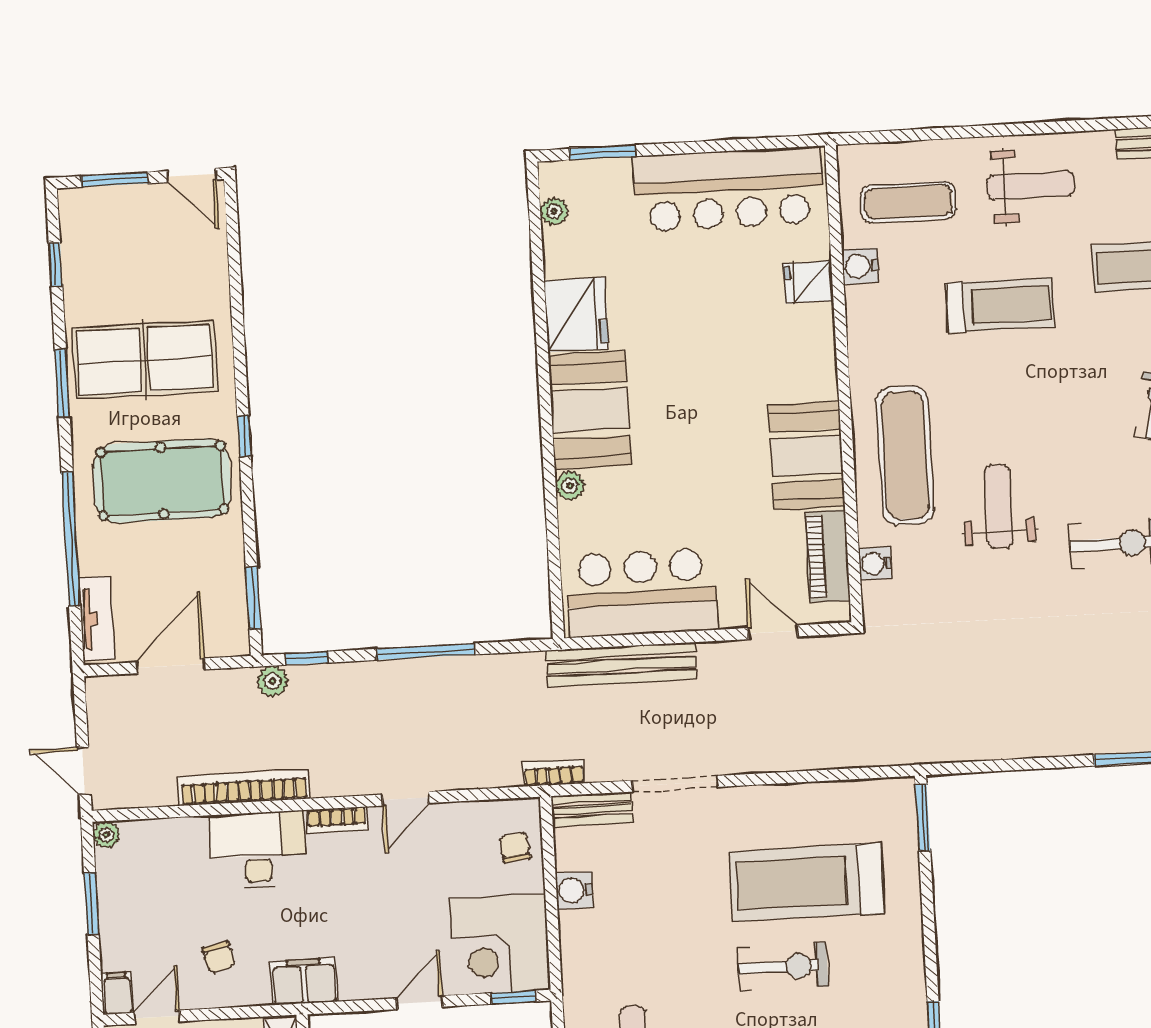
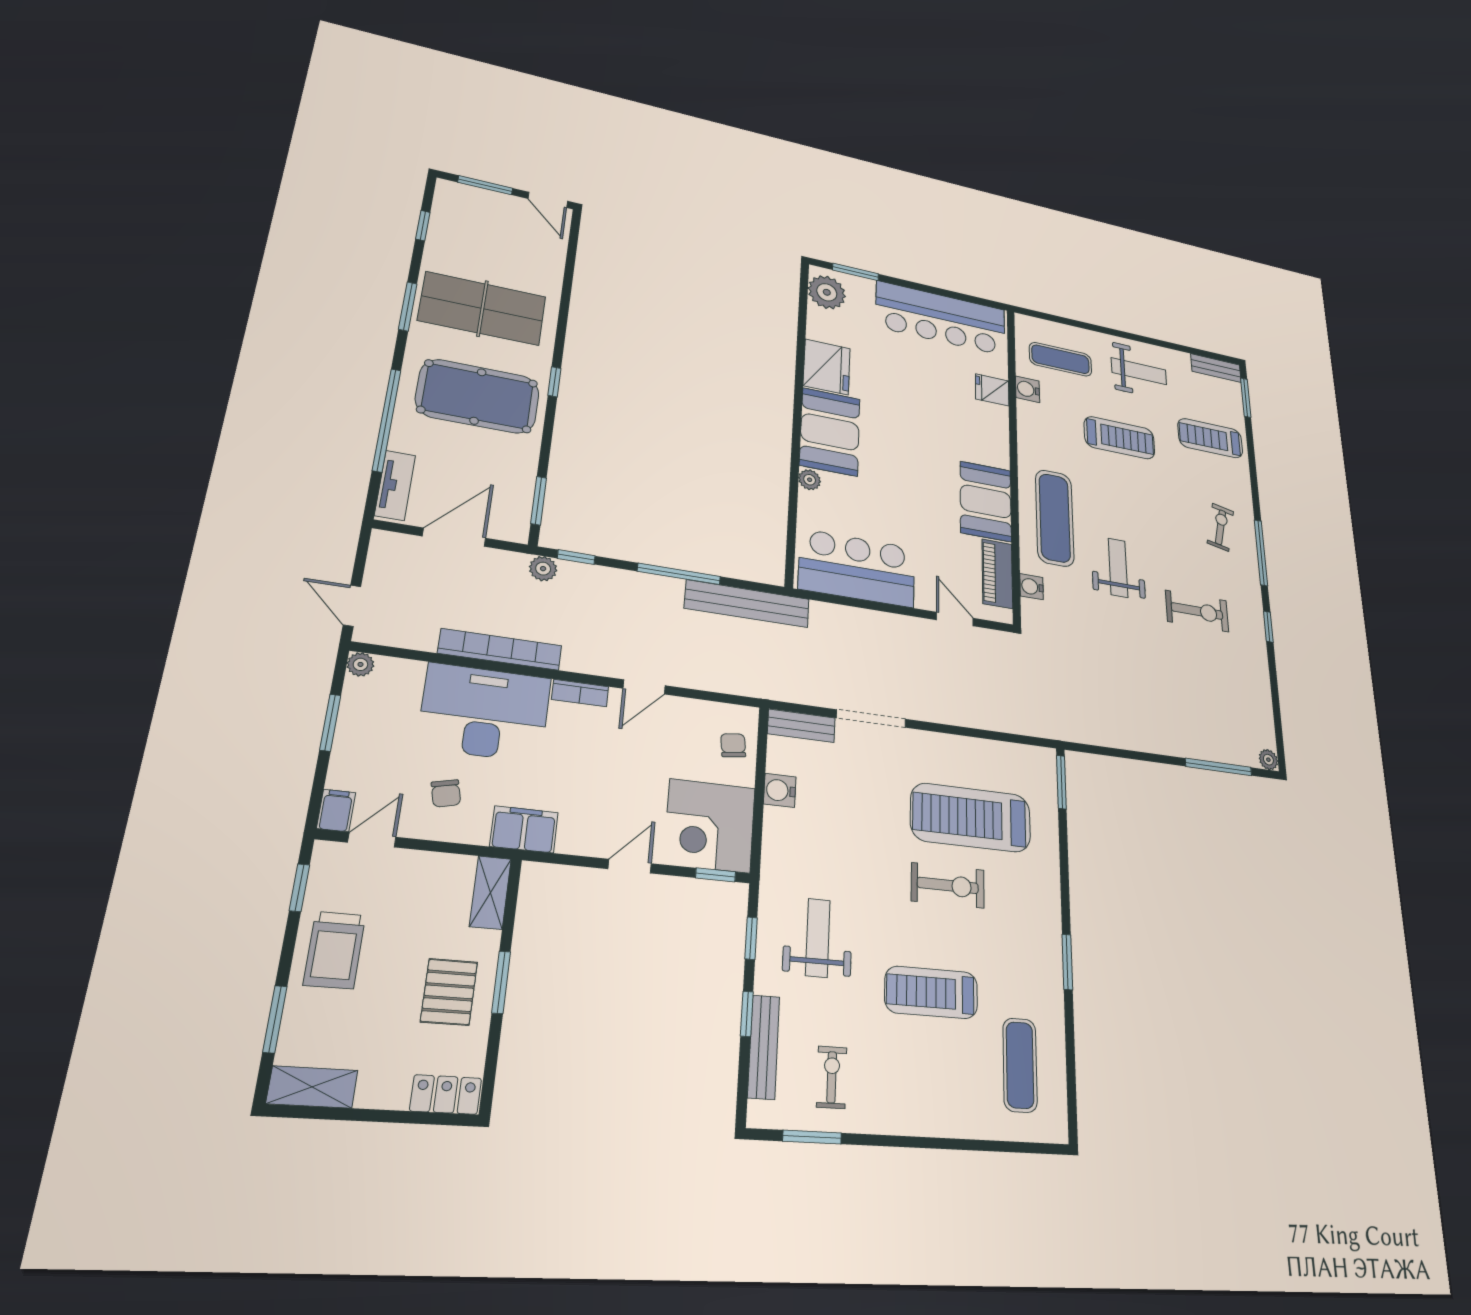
plant: (554, 211) -> (827, 292), width x1.88, depth x1.88
bench: (622, 665) -> (747, 604), moved
bookcase: (554, 773) -> (773, 690), removed
desk: (258, 850) -> (485, 712), width x1.36, depth x1.30

